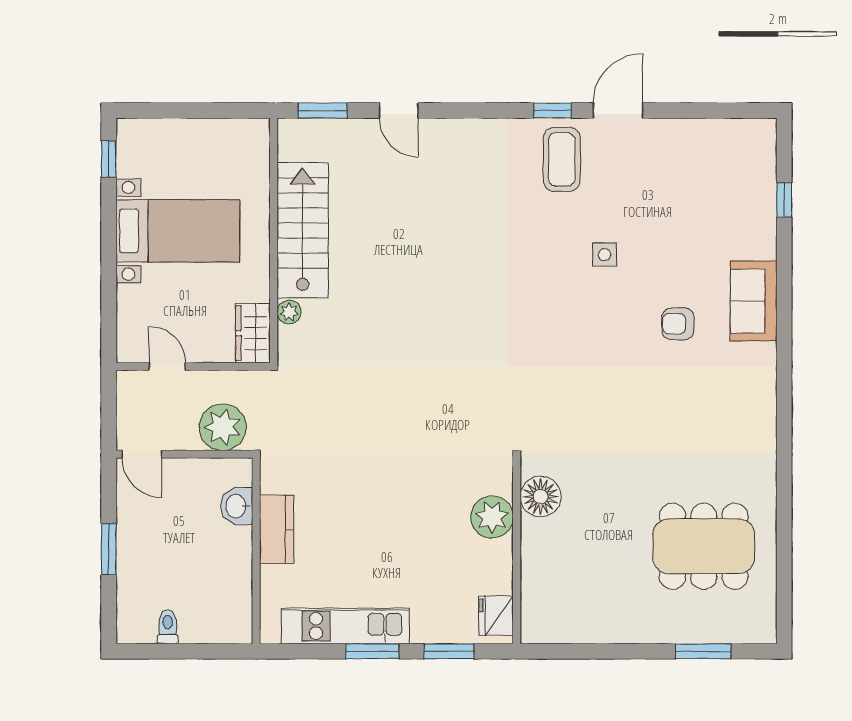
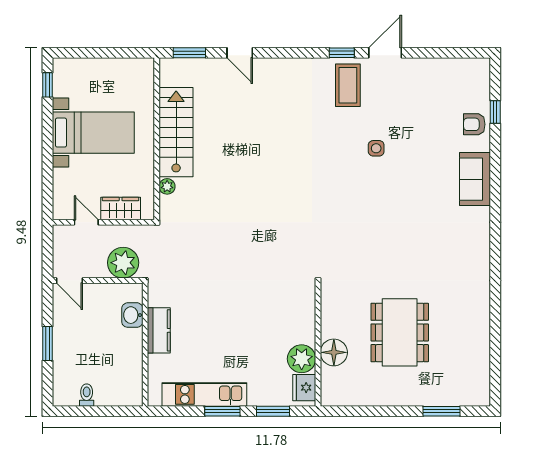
armchair: (678, 324) -> (474, 124), moved
wardrobe: (253, 333) -> (121, 209), moved, turned 90
floor lamp: (541, 497) -> (334, 352), moved
plant: (492, 517) -> (302, 359), moved
dining table: (704, 546) -> (400, 332), moved, turned 90

